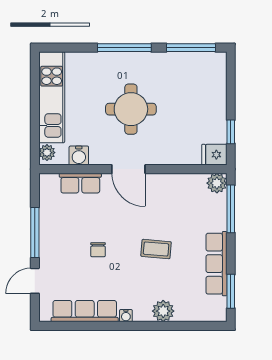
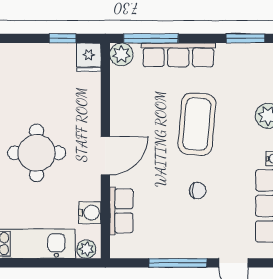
coffee table: (156, 249) -> (197, 124), width x1.86, depth x1.72
row of seats: (216, 264) -> (178, 55), moved

